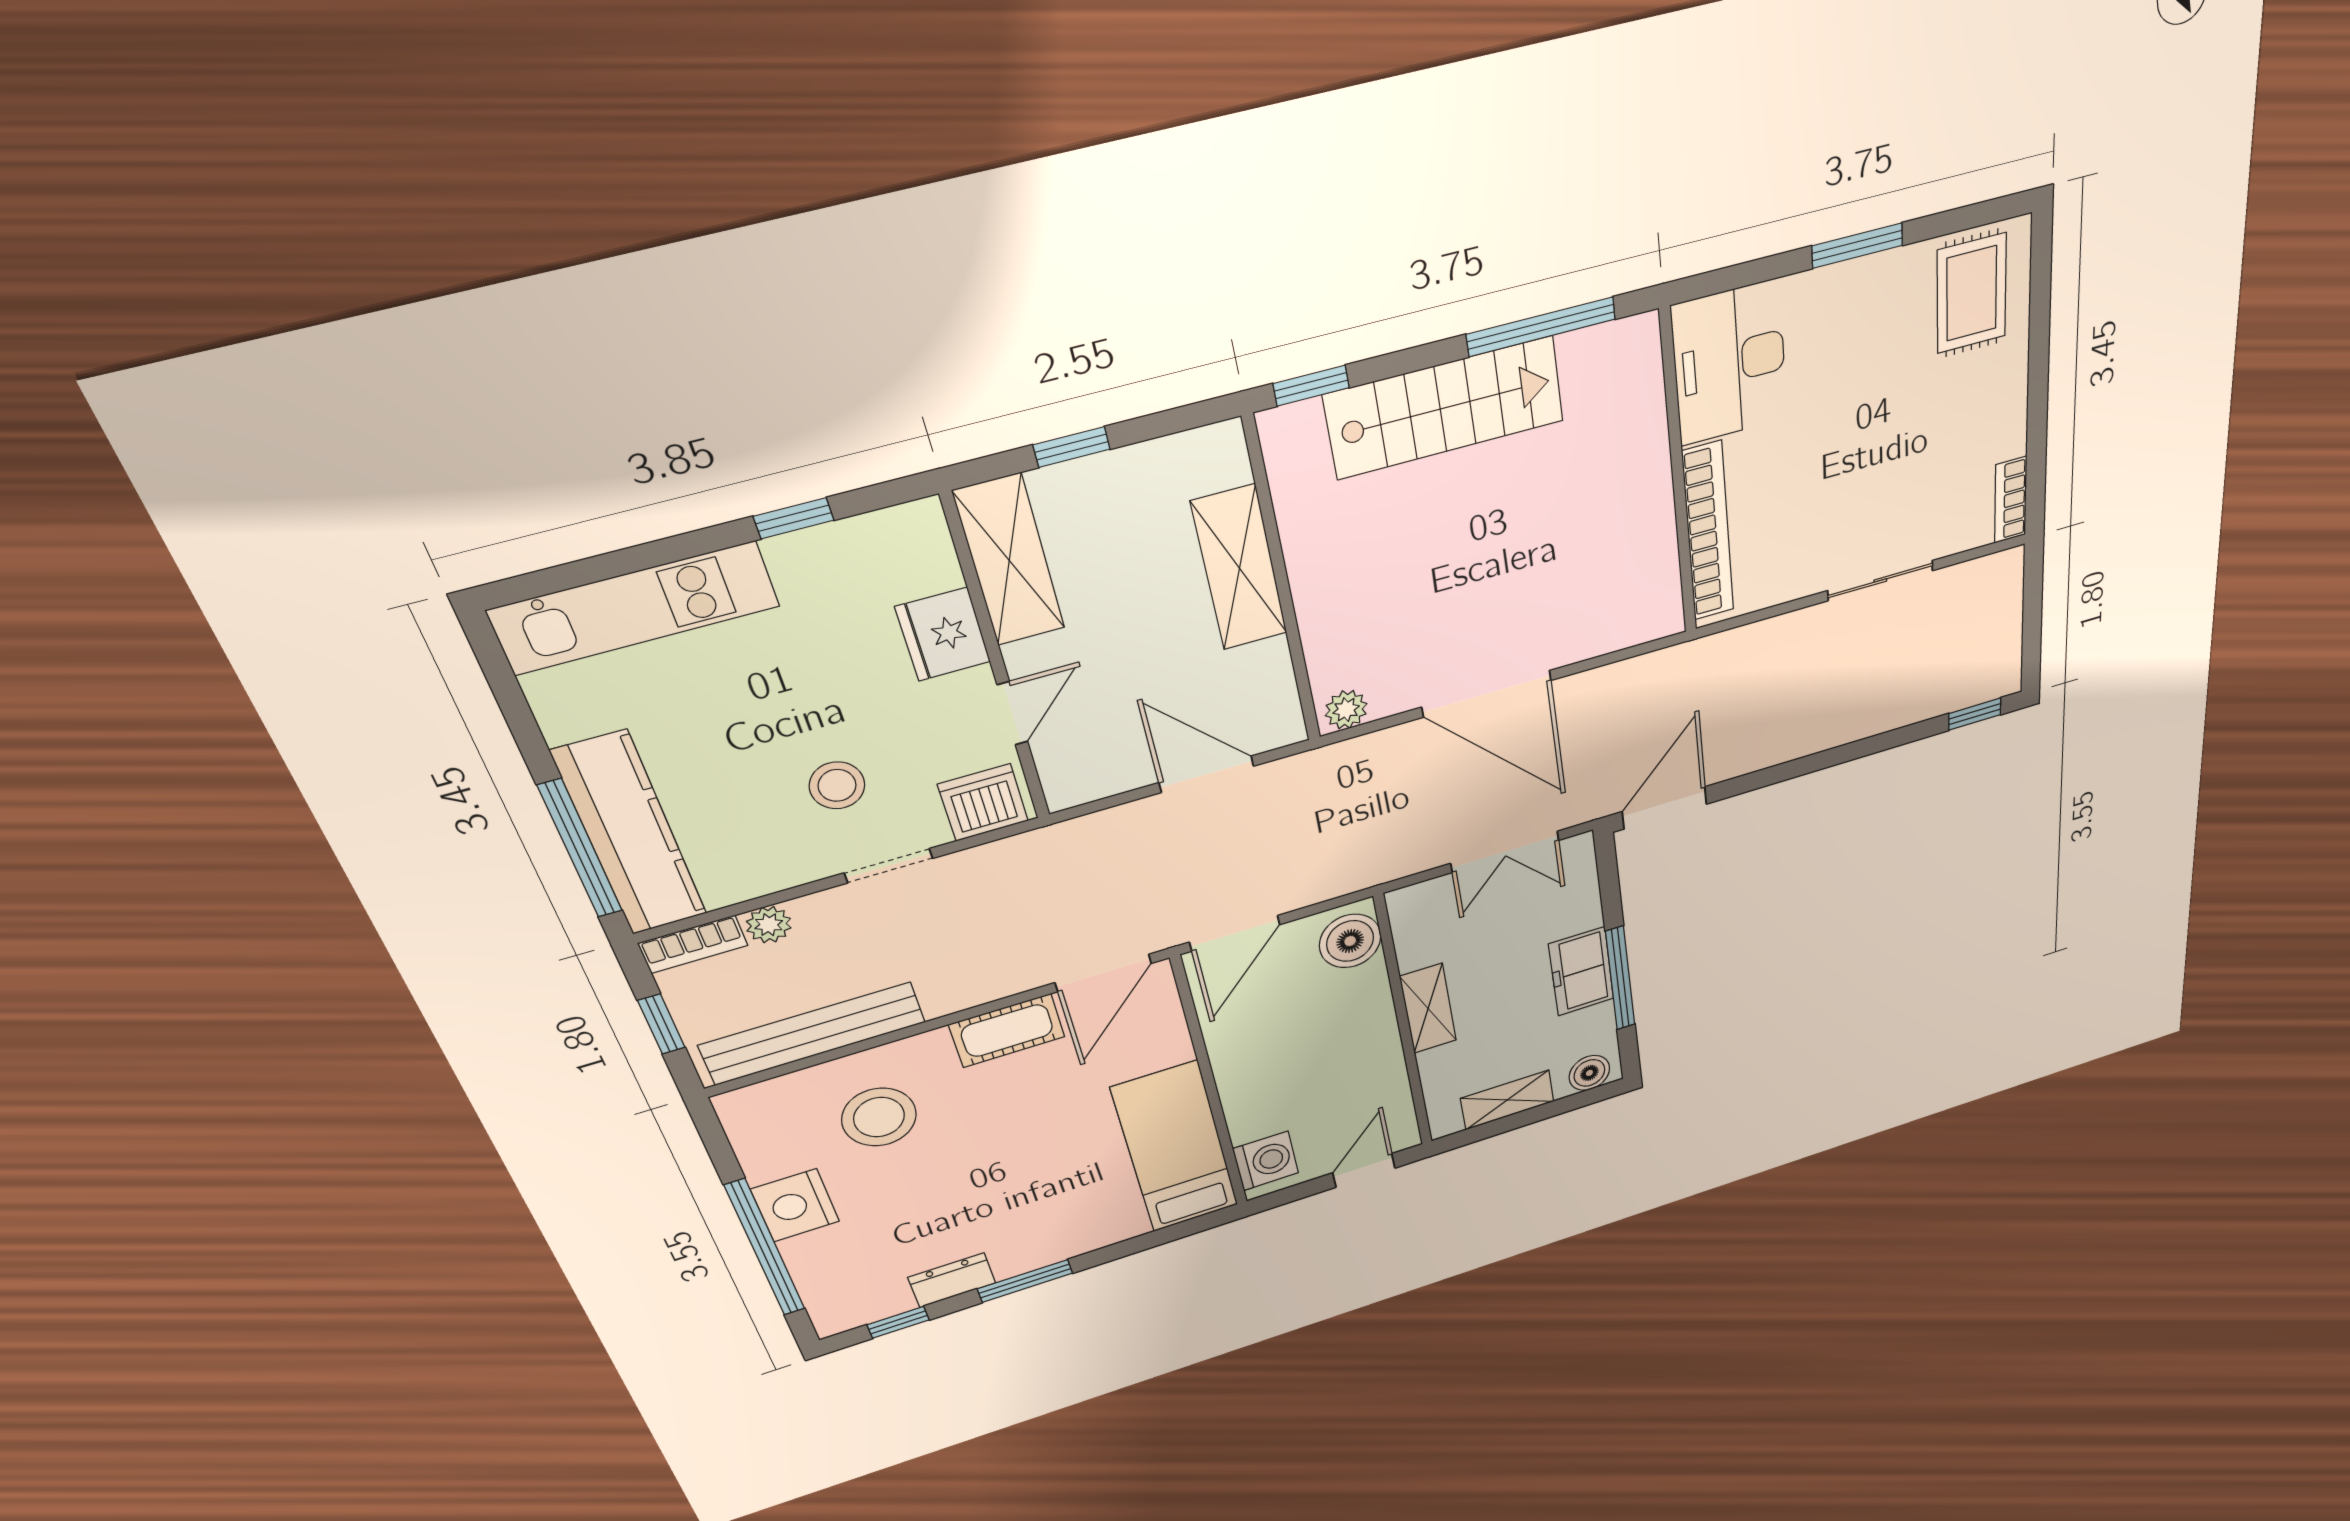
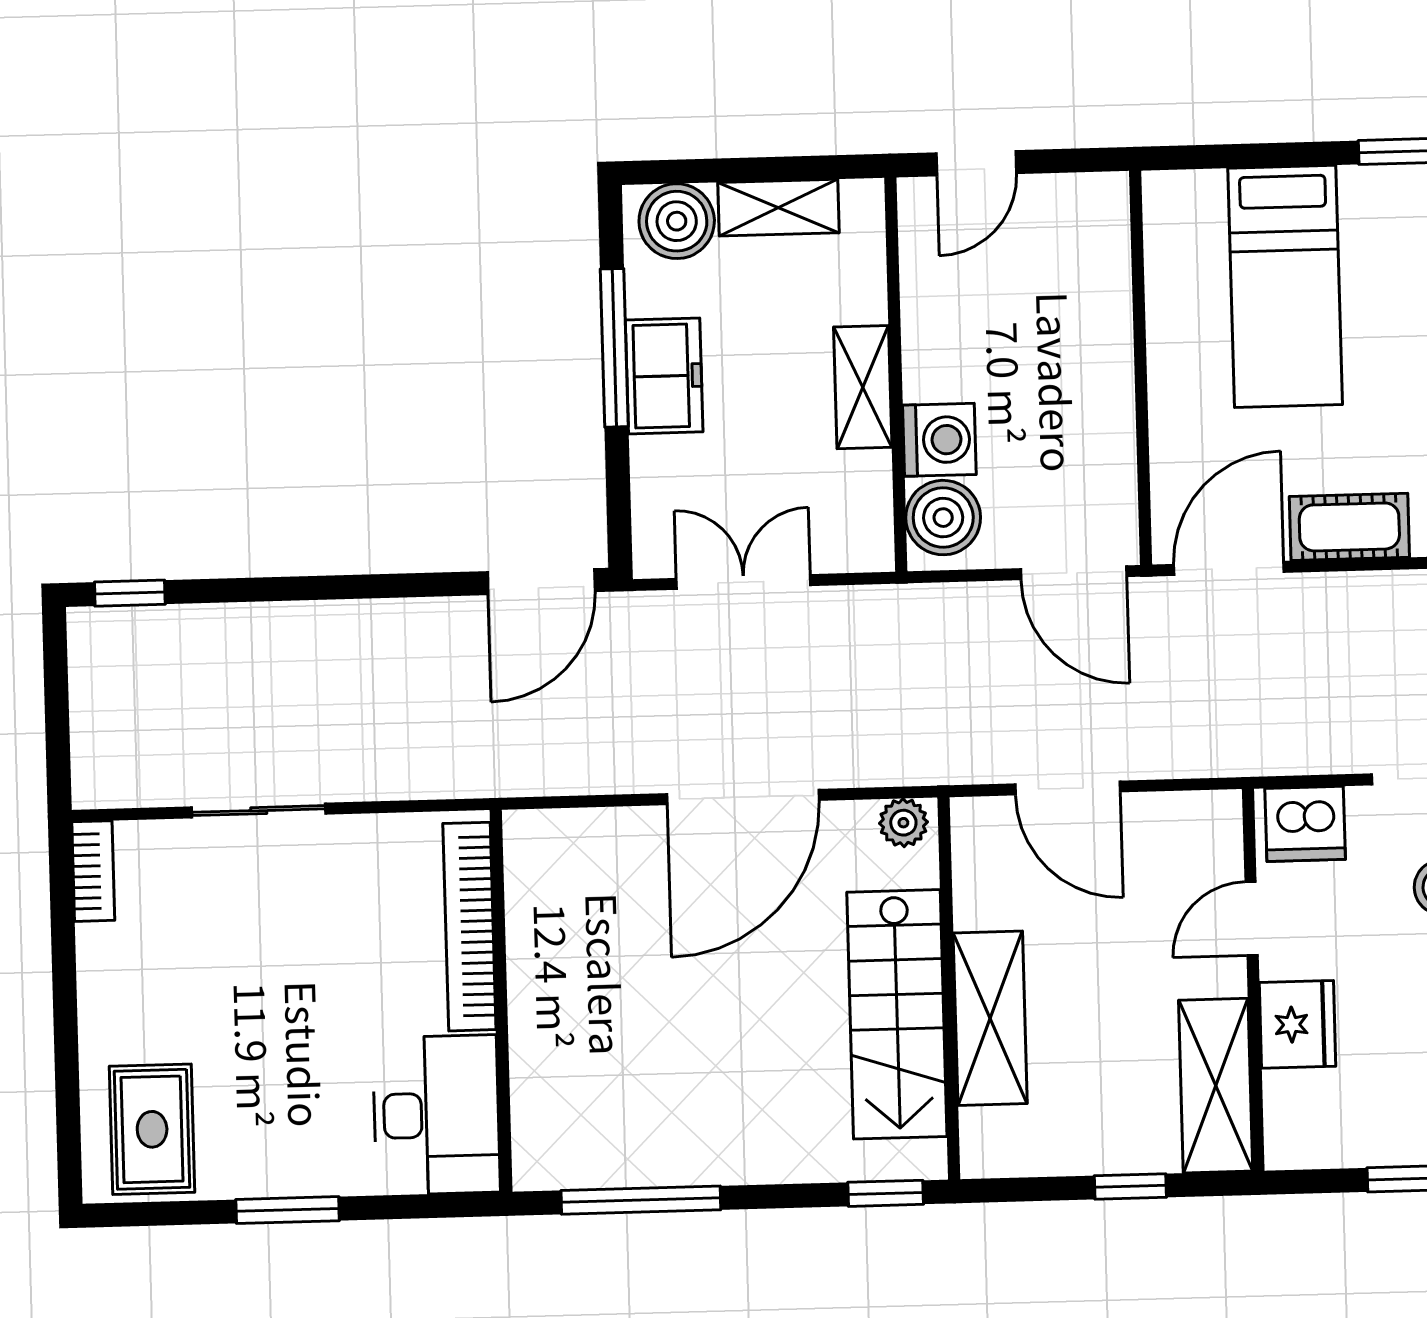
stairs: (1445, 408) -> (897, 1014), moved, turned -90
door: (1487, 694) -> (743, 797), swing flipped
door: (1235, 933) -> (1074, 573), swing flipped
boiler: (1589, 1073) -> (677, 221), width x1.36, depth x1.36
bed: (1175, 1148) -> (1285, 286), moved
washing machine: (1266, 1161) -> (939, 440), moved, turned 180

